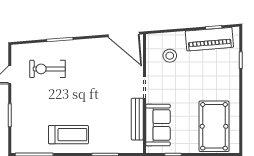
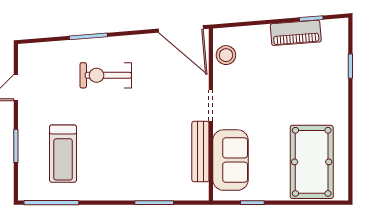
piano: (209, 39) -> (296, 33), width x0.73, depth x0.75
stool: (170, 56) -> (226, 55), moved
exercise bike: (47, 69) -> (106, 75), moved
treadmill: (68, 135) -> (63, 154), moved, turned 90

